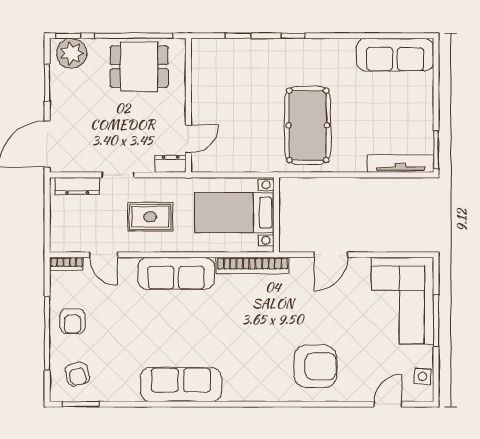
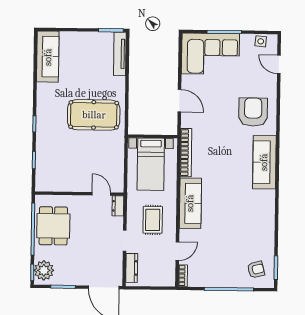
armchair: (73, 321) -> (221, 272), removed
sofa: (181, 385) -> (264, 162), moved

